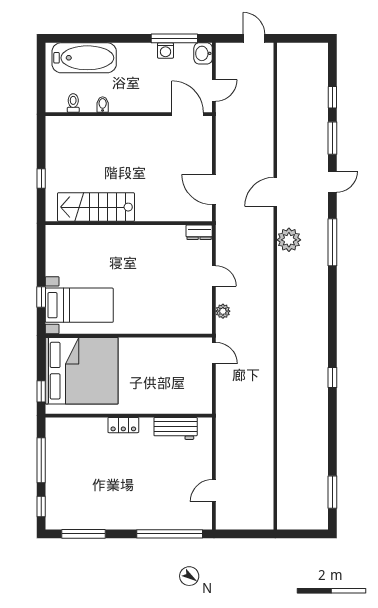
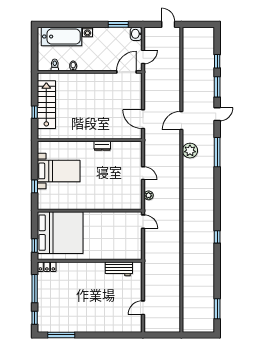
window: (174, 38) -> (118, 24), width x0.69
washing machine: (165, 51) -> (87, 32), moved
door: (188, 114) -> (126, 72), hinge flipped
stairs: (96, 207) -> (46, 105), moved, turned 90
dresser: (199, 232) -> (102, 146), moved
bed with nightstands: (79, 305) -> (59, 171), moved
locker: (123, 425) -> (47, 267), moved
window: (170, 534) -> (115, 335), removed

